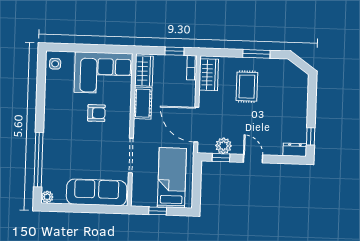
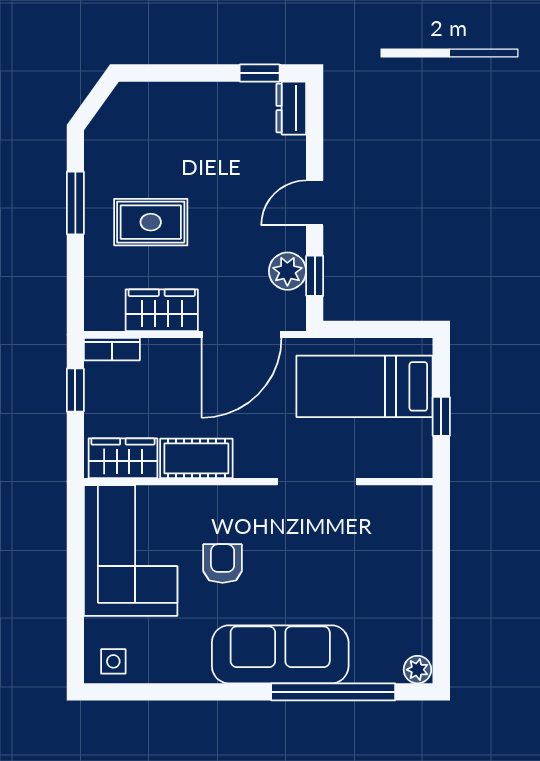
wardrobe: (209, 75) -> (162, 310), moved
sofa: (97, 192) -> (280, 654), moved, turned 90

